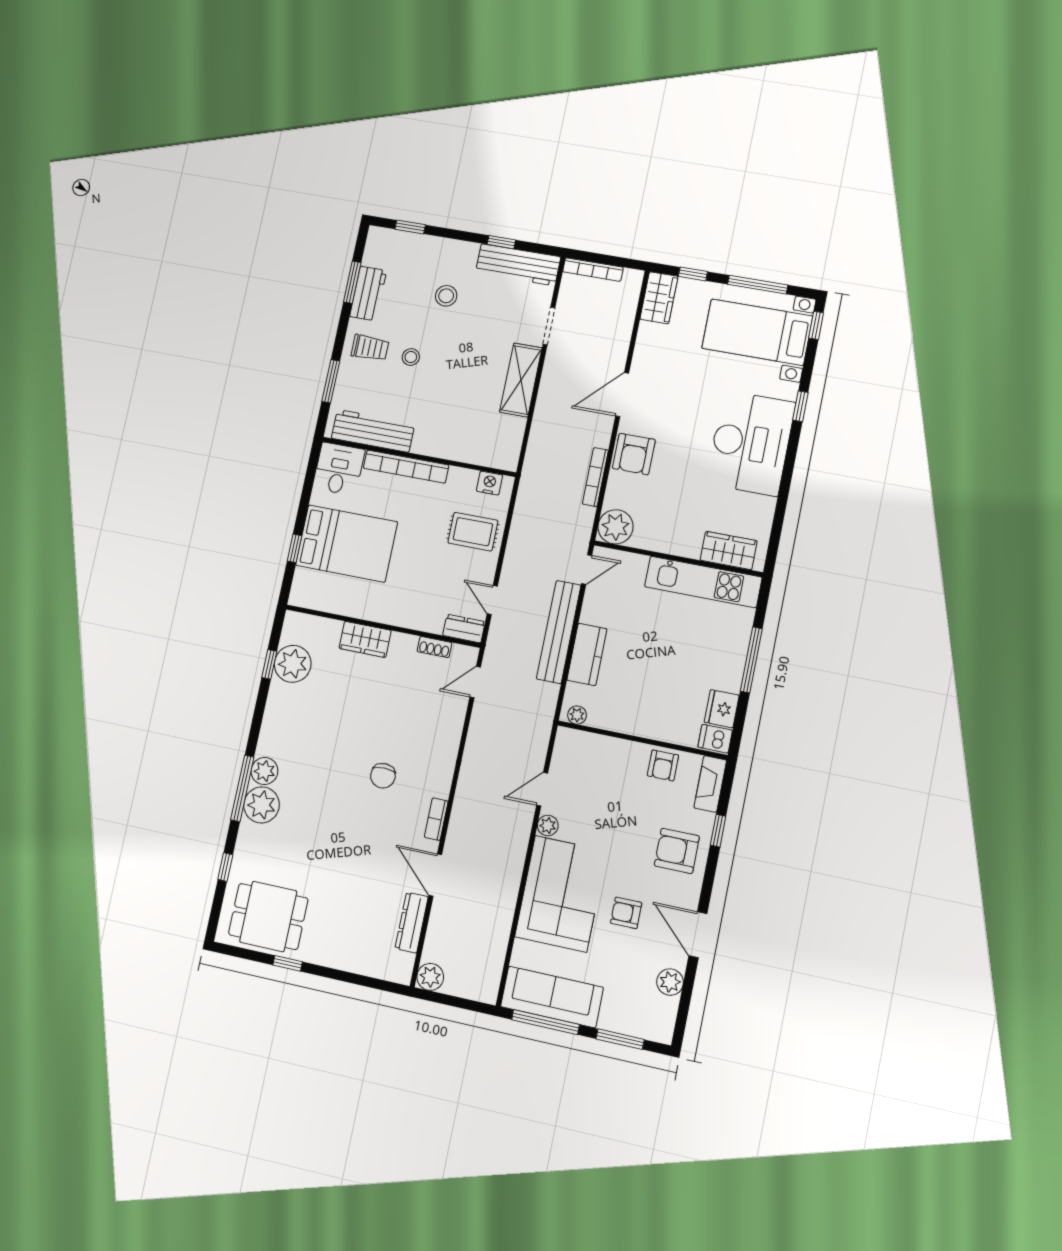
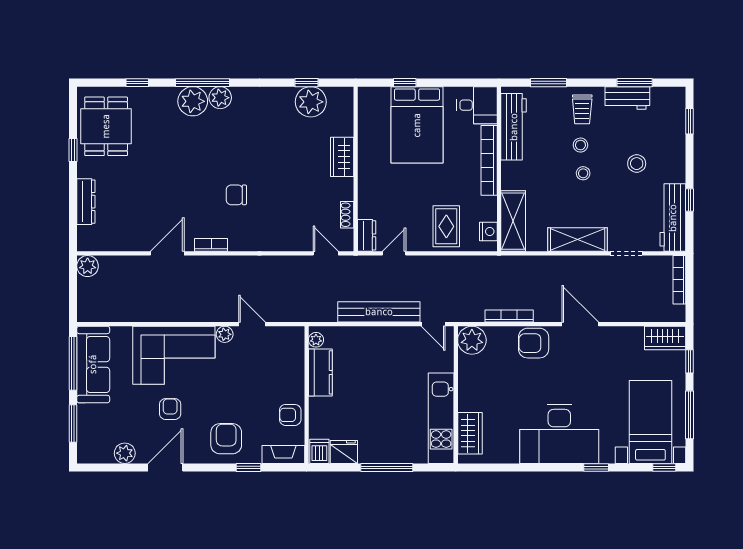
stool: (444, 360) -> (583, 173), added
shelving: (483, 452) -> (513, 221), added
kitchen counter: (587, 654) -> (320, 372), moved, turned -90
dresser: (412, 923) -> (86, 202), moved, turned 90

